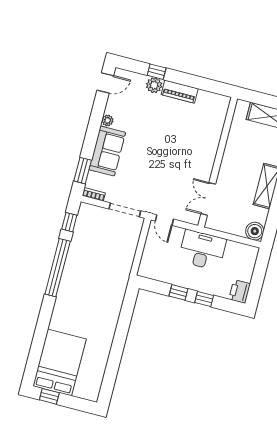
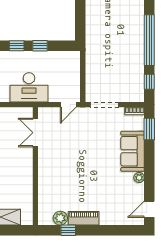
window: (157, 72) -> (68, 230), moved
plant: (154, 85) -> (60, 218), moved
double door: (208, 199) -> (35, 133), swing flipped
door: (164, 220) -> (68, 105), swing flipped

